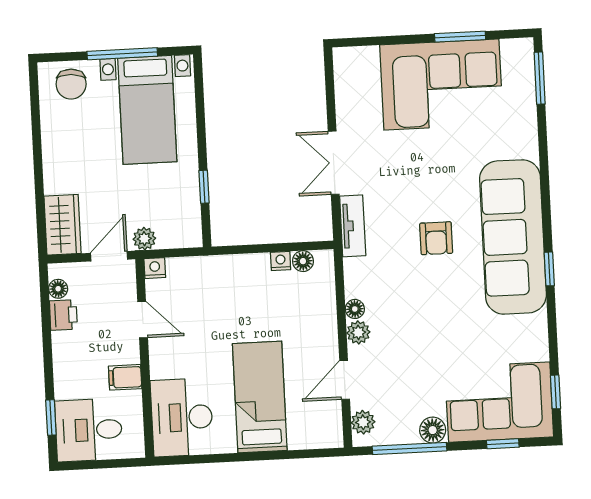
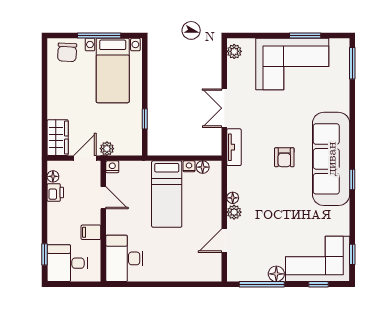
bed: (260, 397) -> (167, 194), moved, turned 180
plant: (363, 422) -> (234, 51), moved

